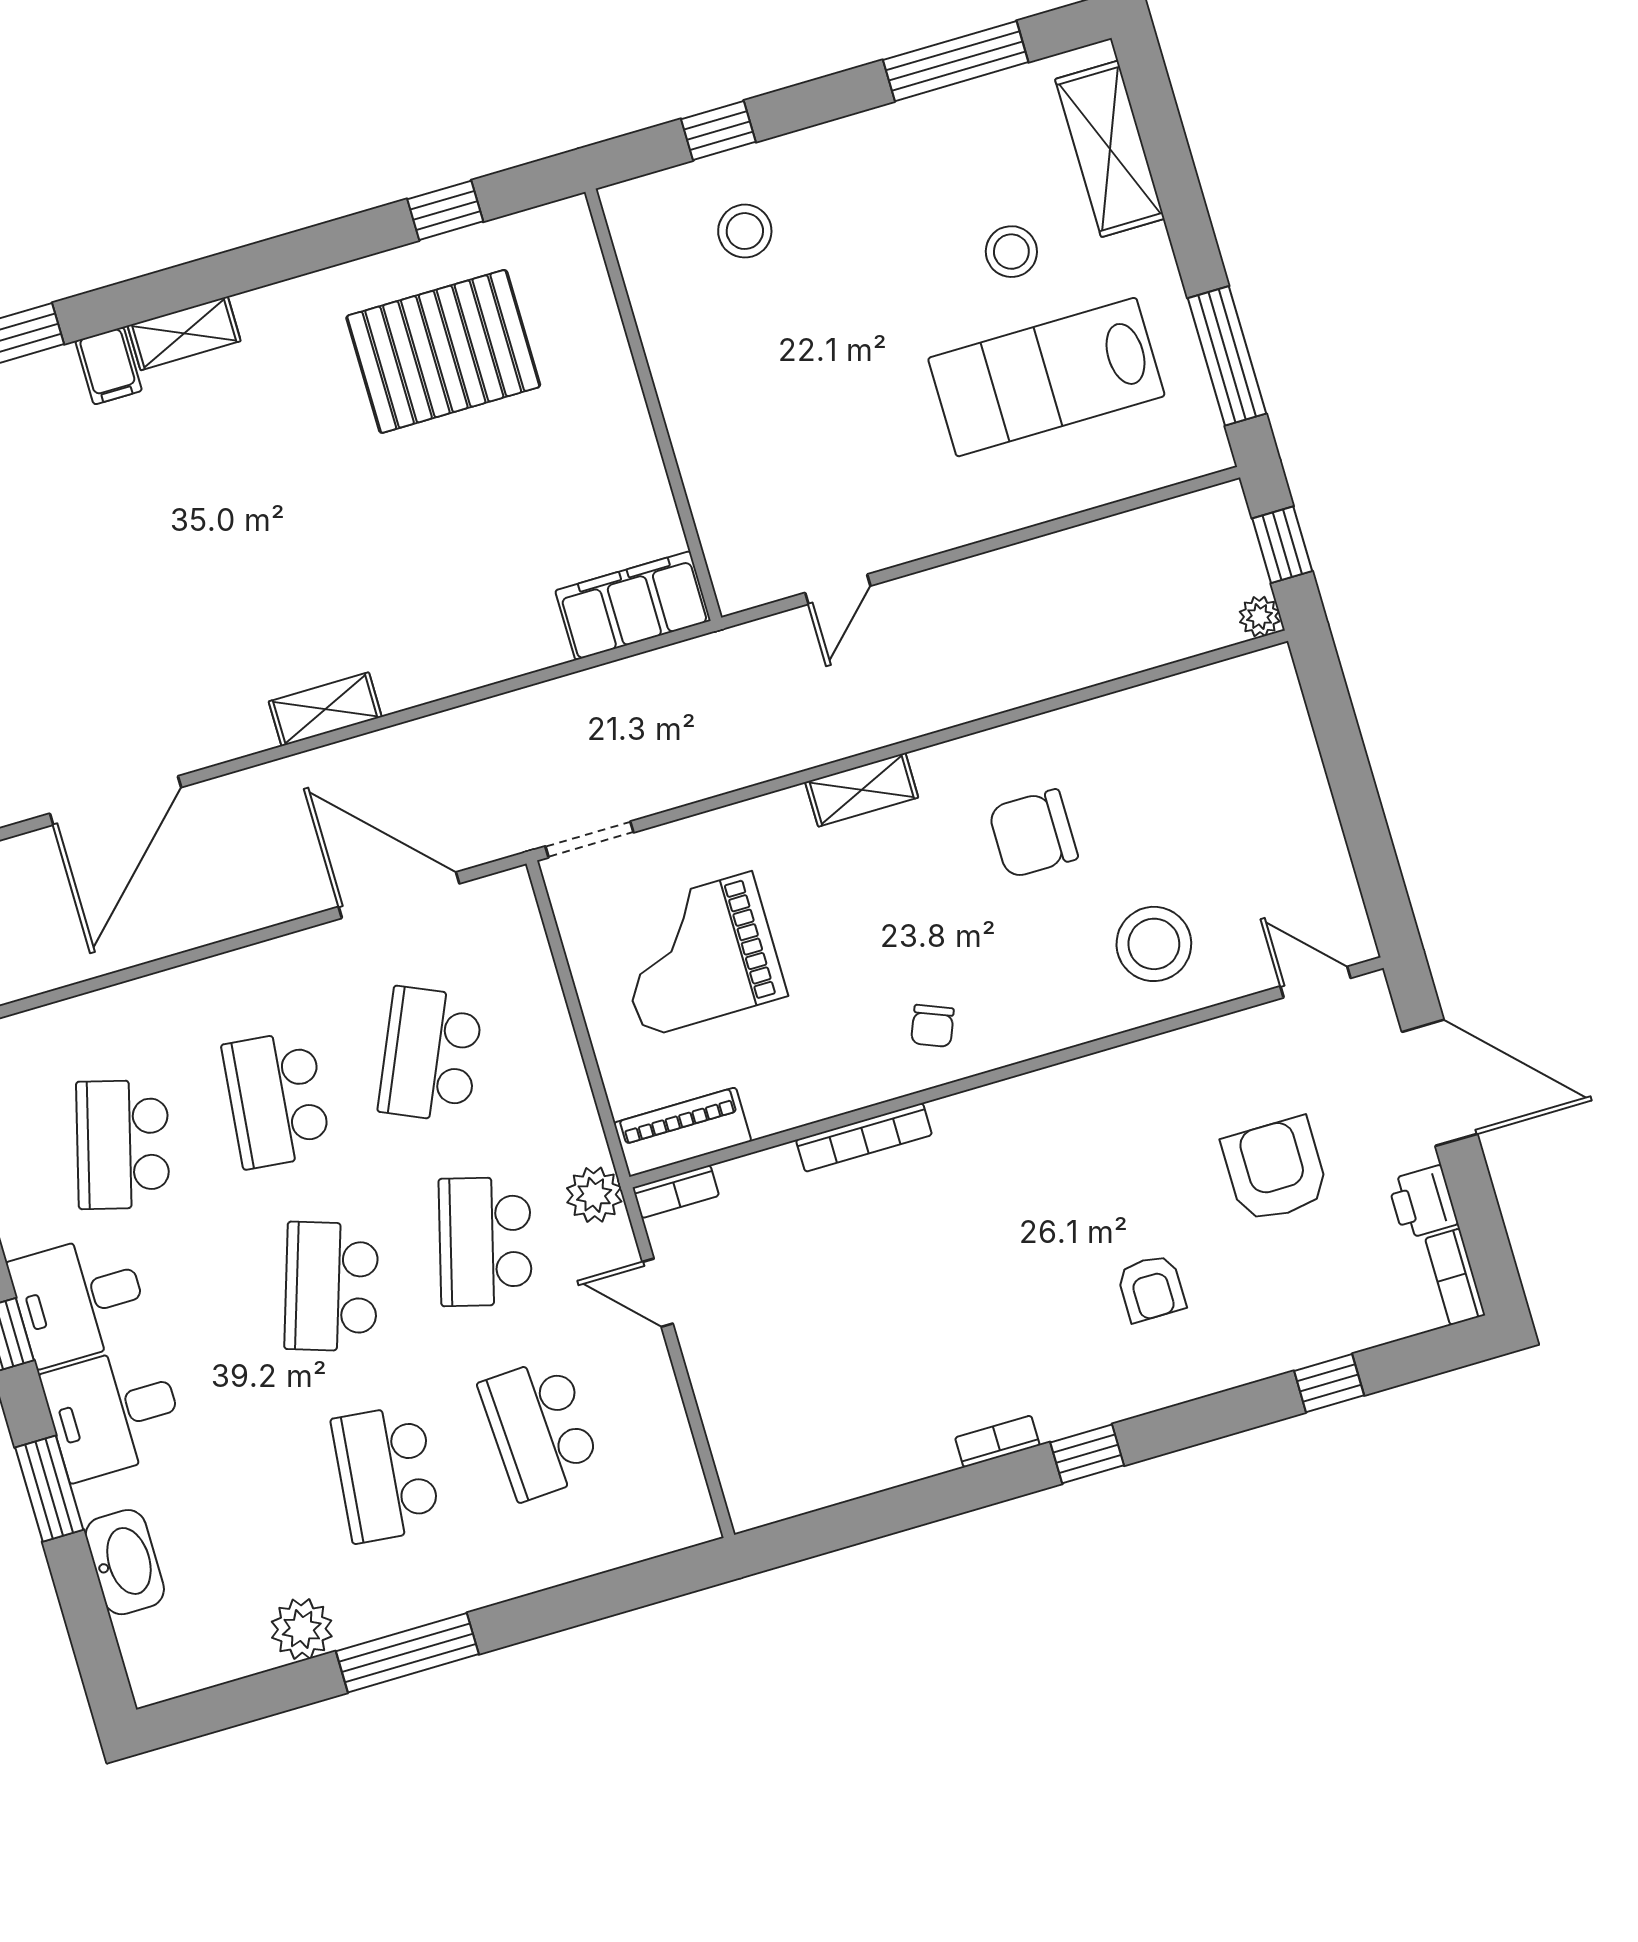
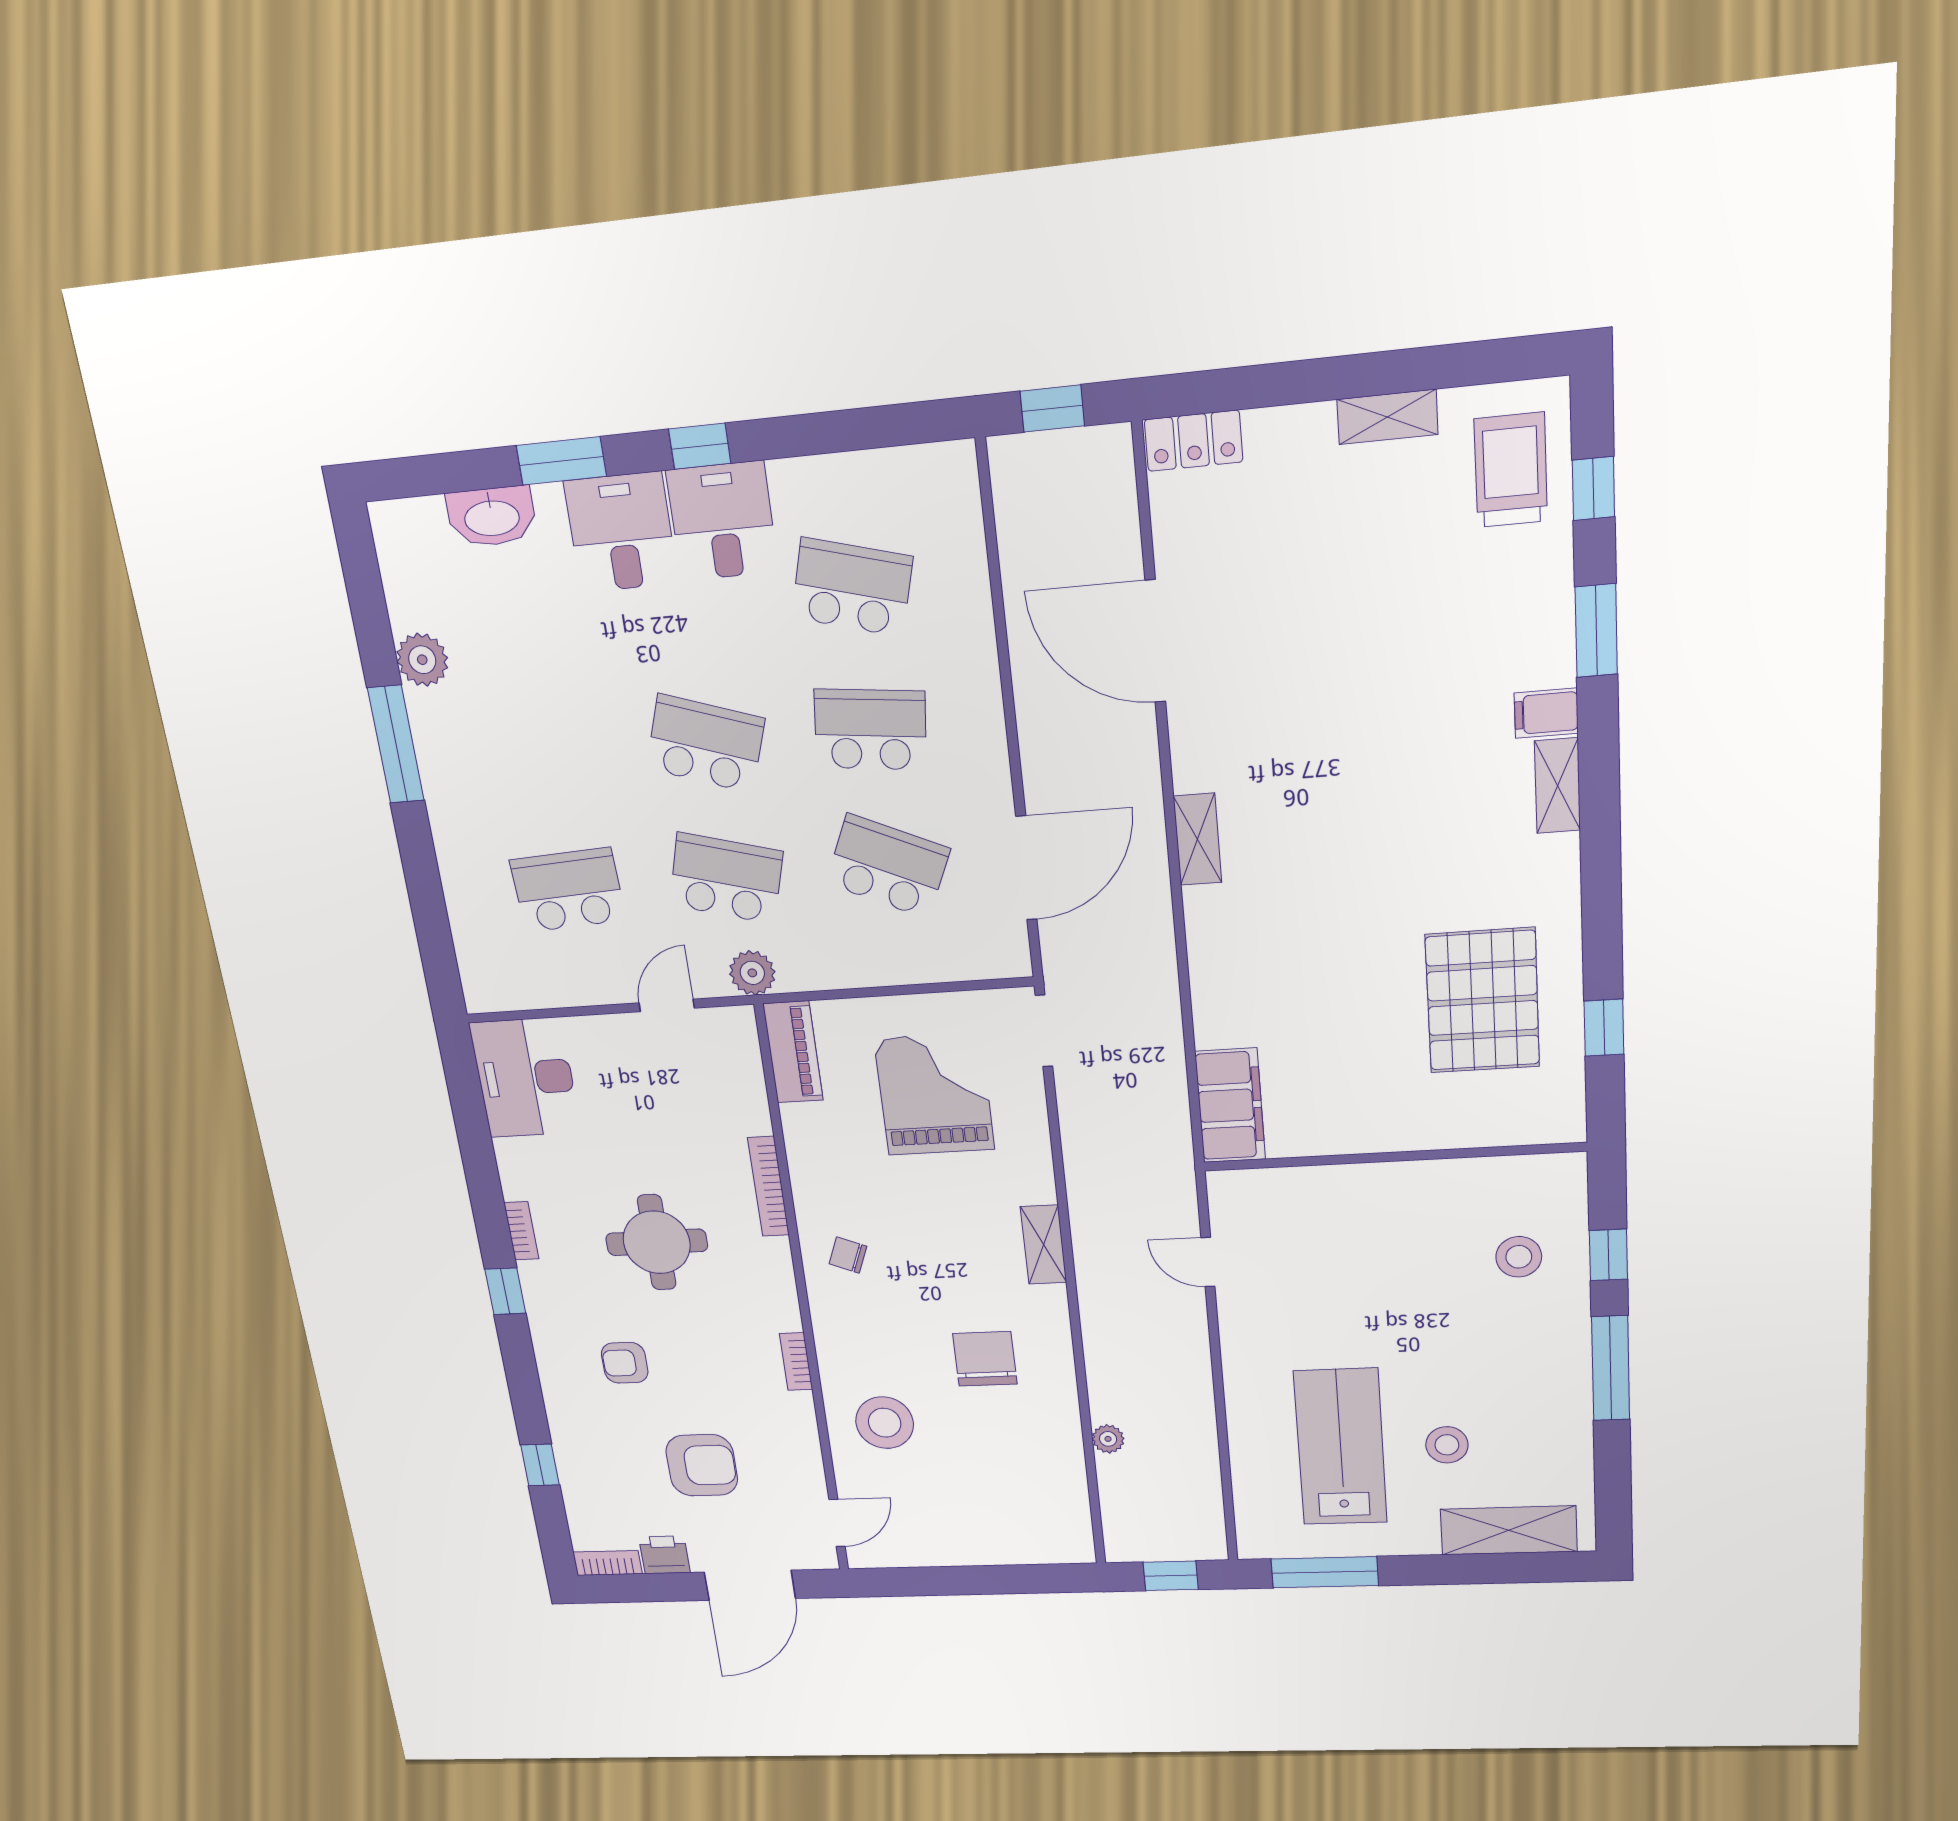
window: (956, 61) -> (1611, 1368), moved
plant: (1260, 617) -> (1108, 1439), moved
bookcase: (676, 1192) -> (796, 1362), moved
round table: (972, 1267) -> (657, 1242), added
desk: (790, 1457) -> (525, 1078), added
school desk: (386, 1474) -> (544, 757), removed

